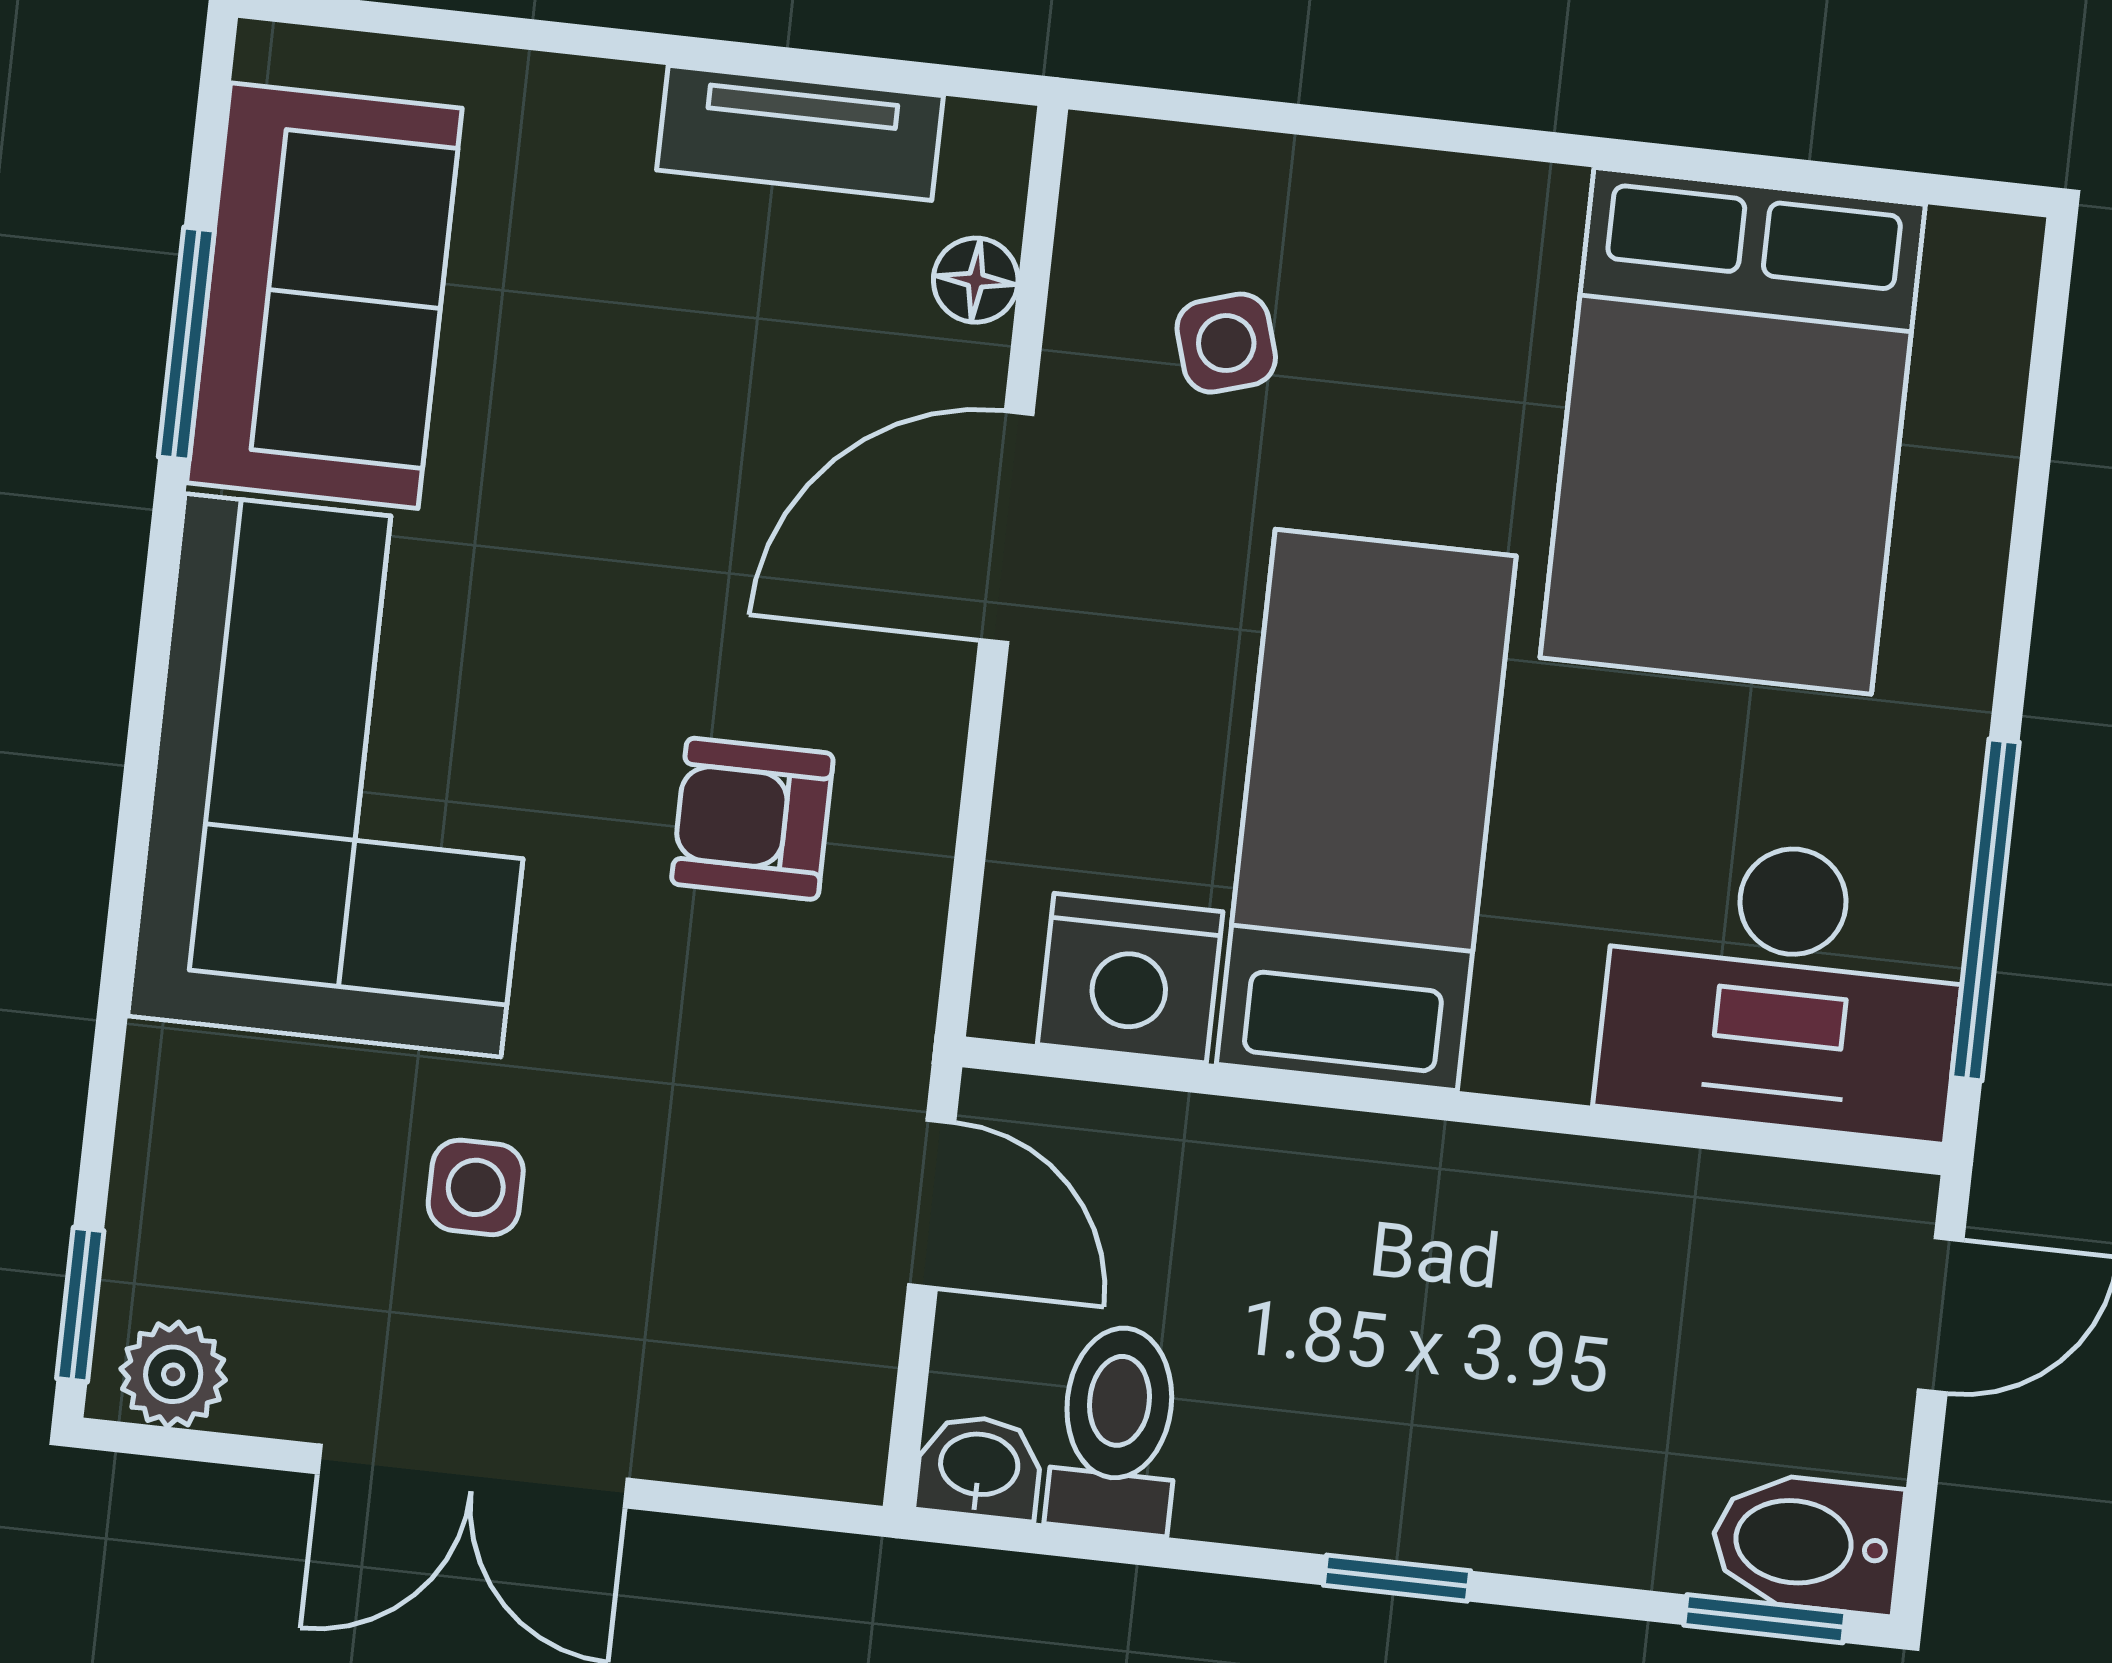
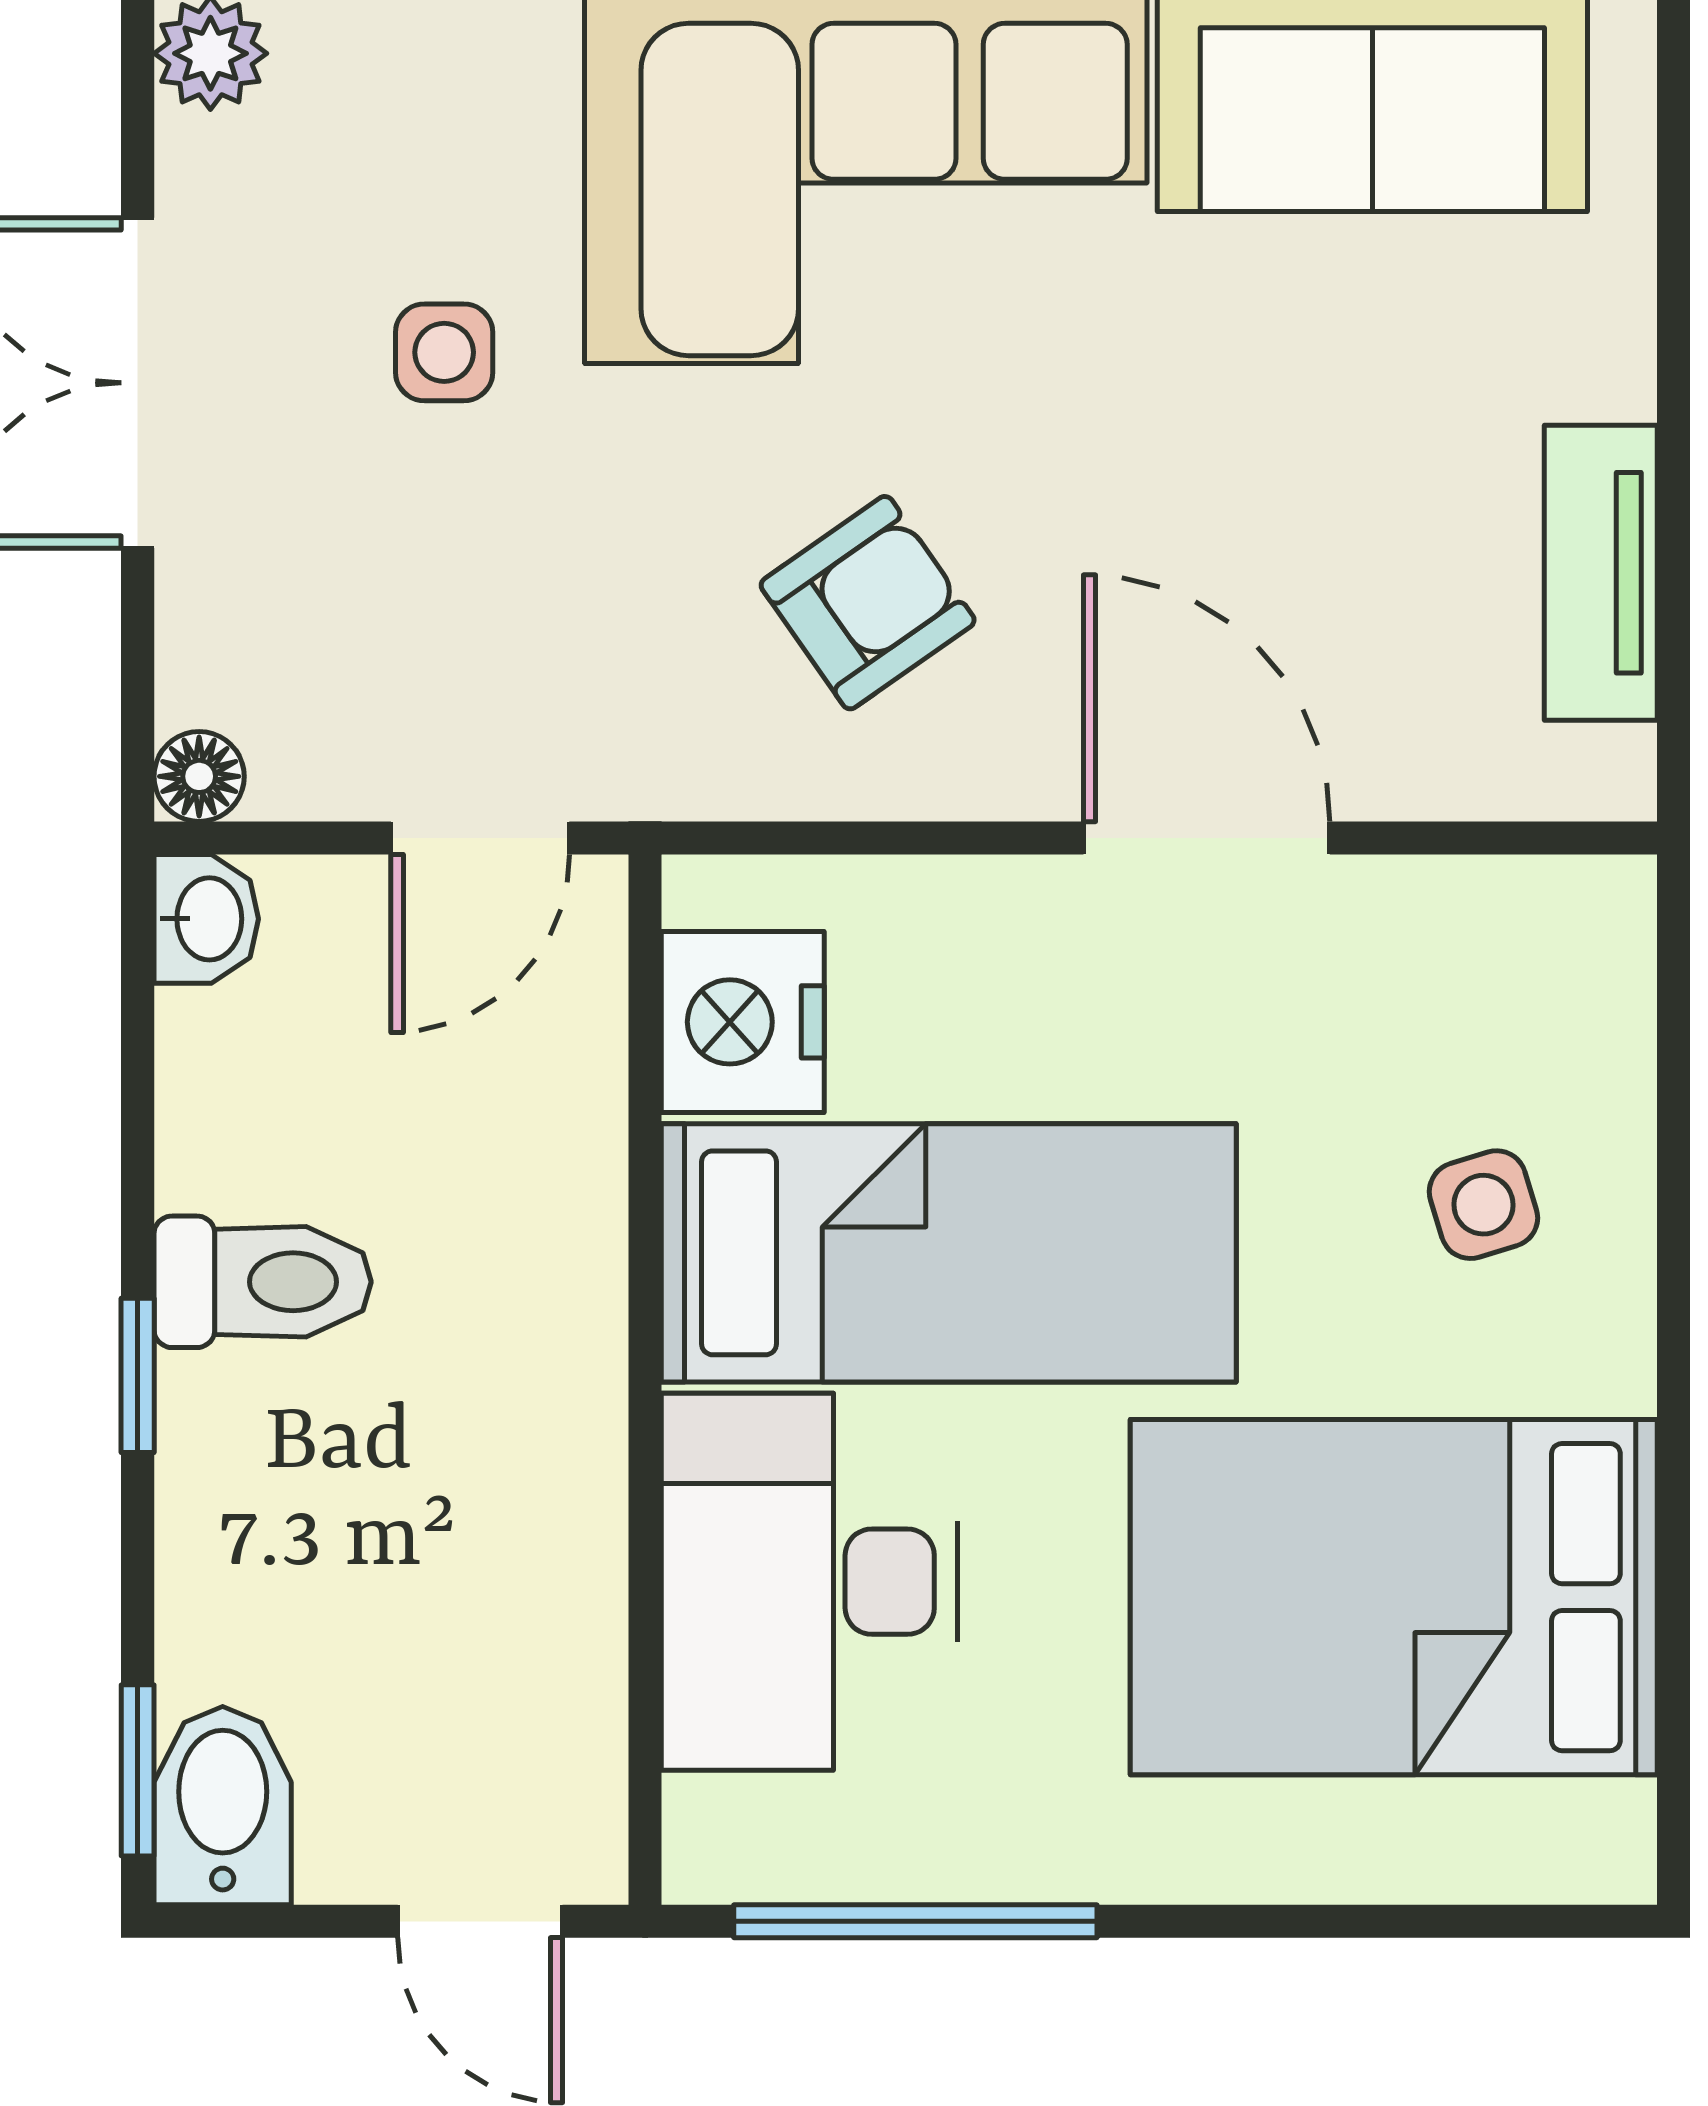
floor lamp: (976, 280) -> (199, 776), moved
side table: (1226, 343) -> (1483, 1205), moved
armchair: (752, 819) -> (868, 603), turned 55
desk: (1784, 987) -> (810, 1582), moved
toilet: (1116, 1429) -> (263, 1282), moved

